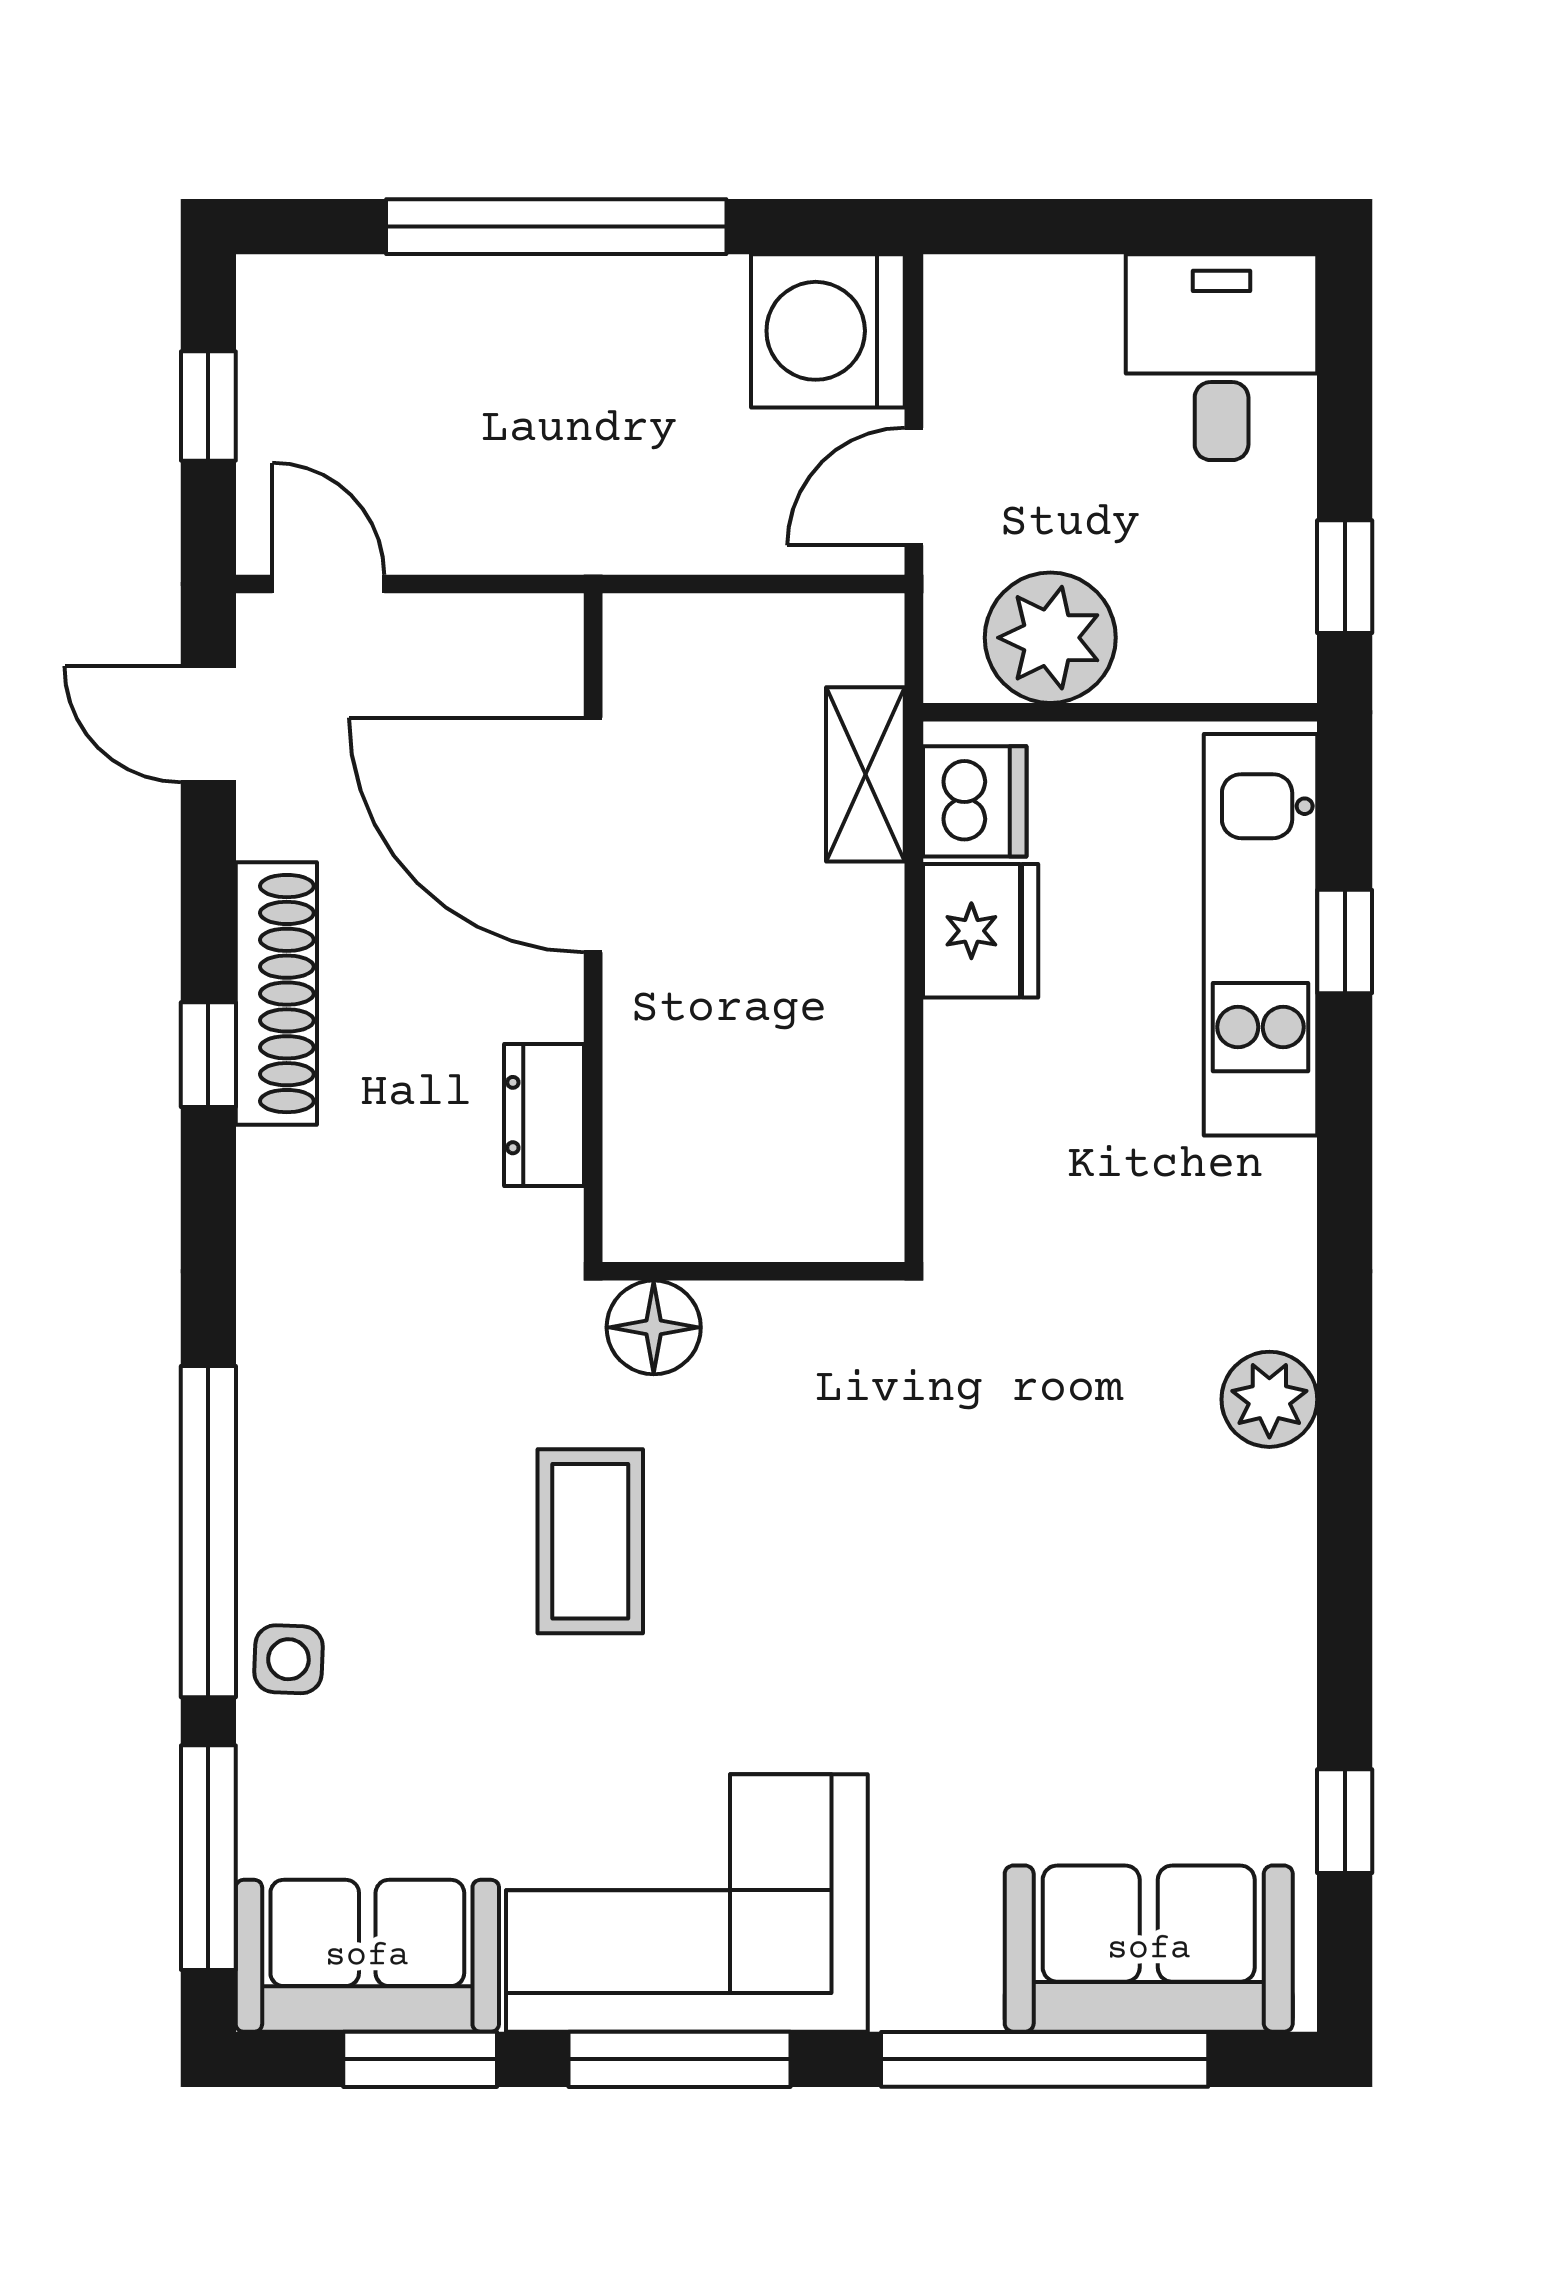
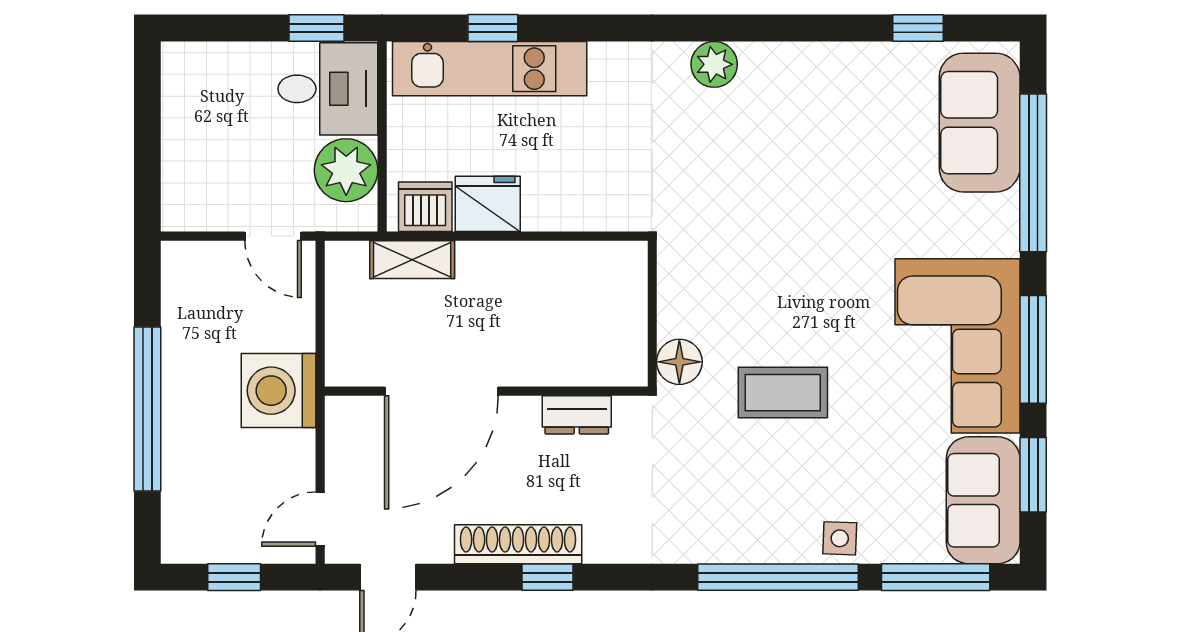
washing machine: (828, 331) -> (279, 391), moved, turned 90
desk: (1222, 357) -> (328, 89), moved, turned 180

